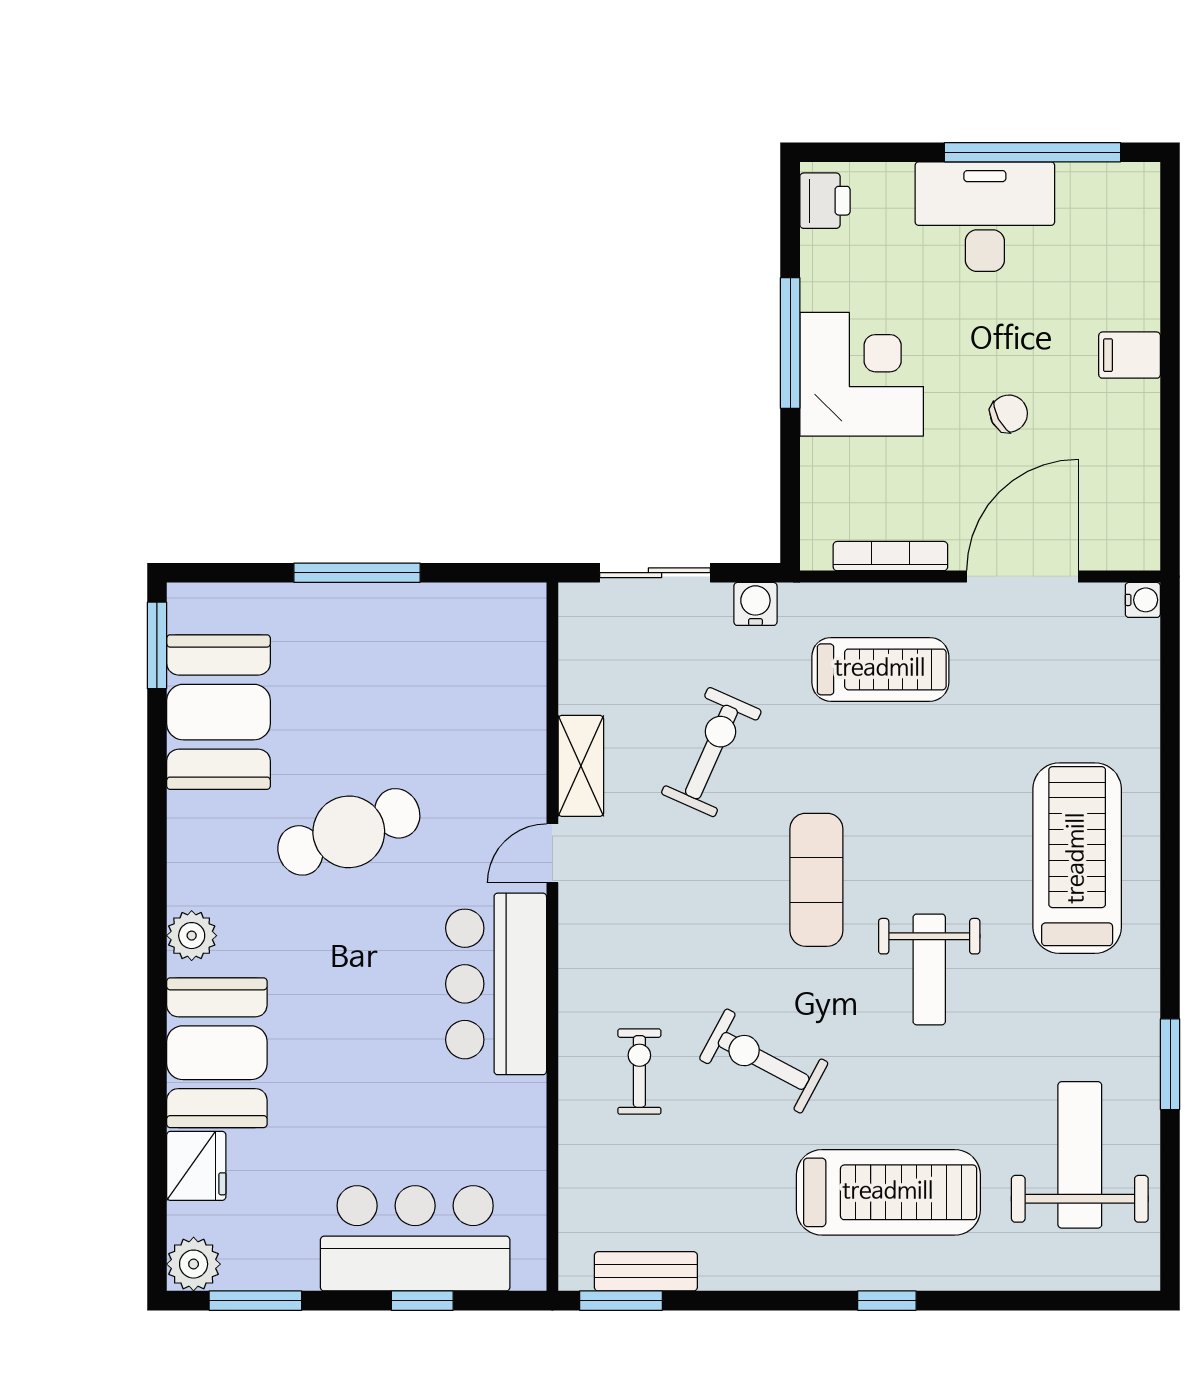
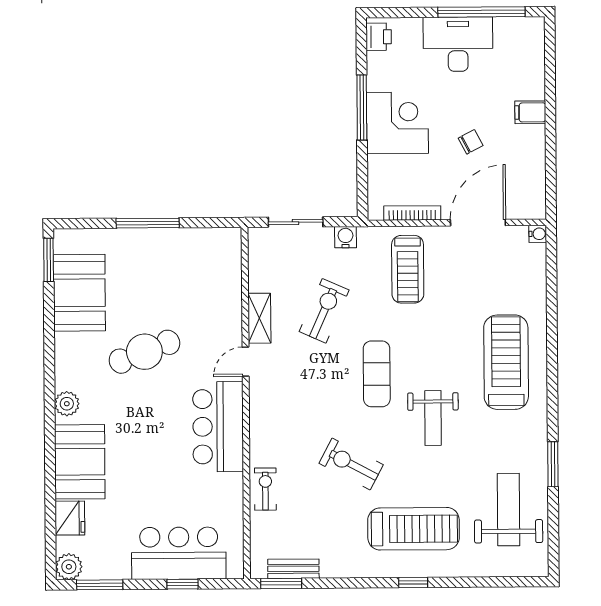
treadmill: (880, 669) -> (408, 269), turned 90
exercise bike: (639, 1071) -> (265, 489), moved

